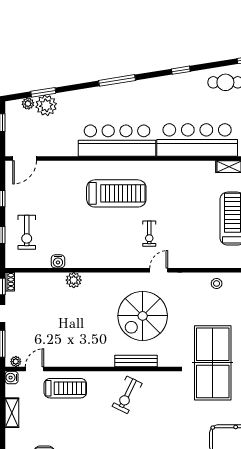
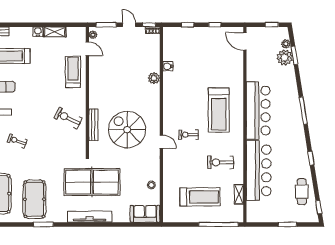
exercise bike: (27, 232) -> (221, 162), moved
water cooler: (12, 378) -> (38, 32), moved
treadmill: (65, 388) -> (73, 72), turned 180

